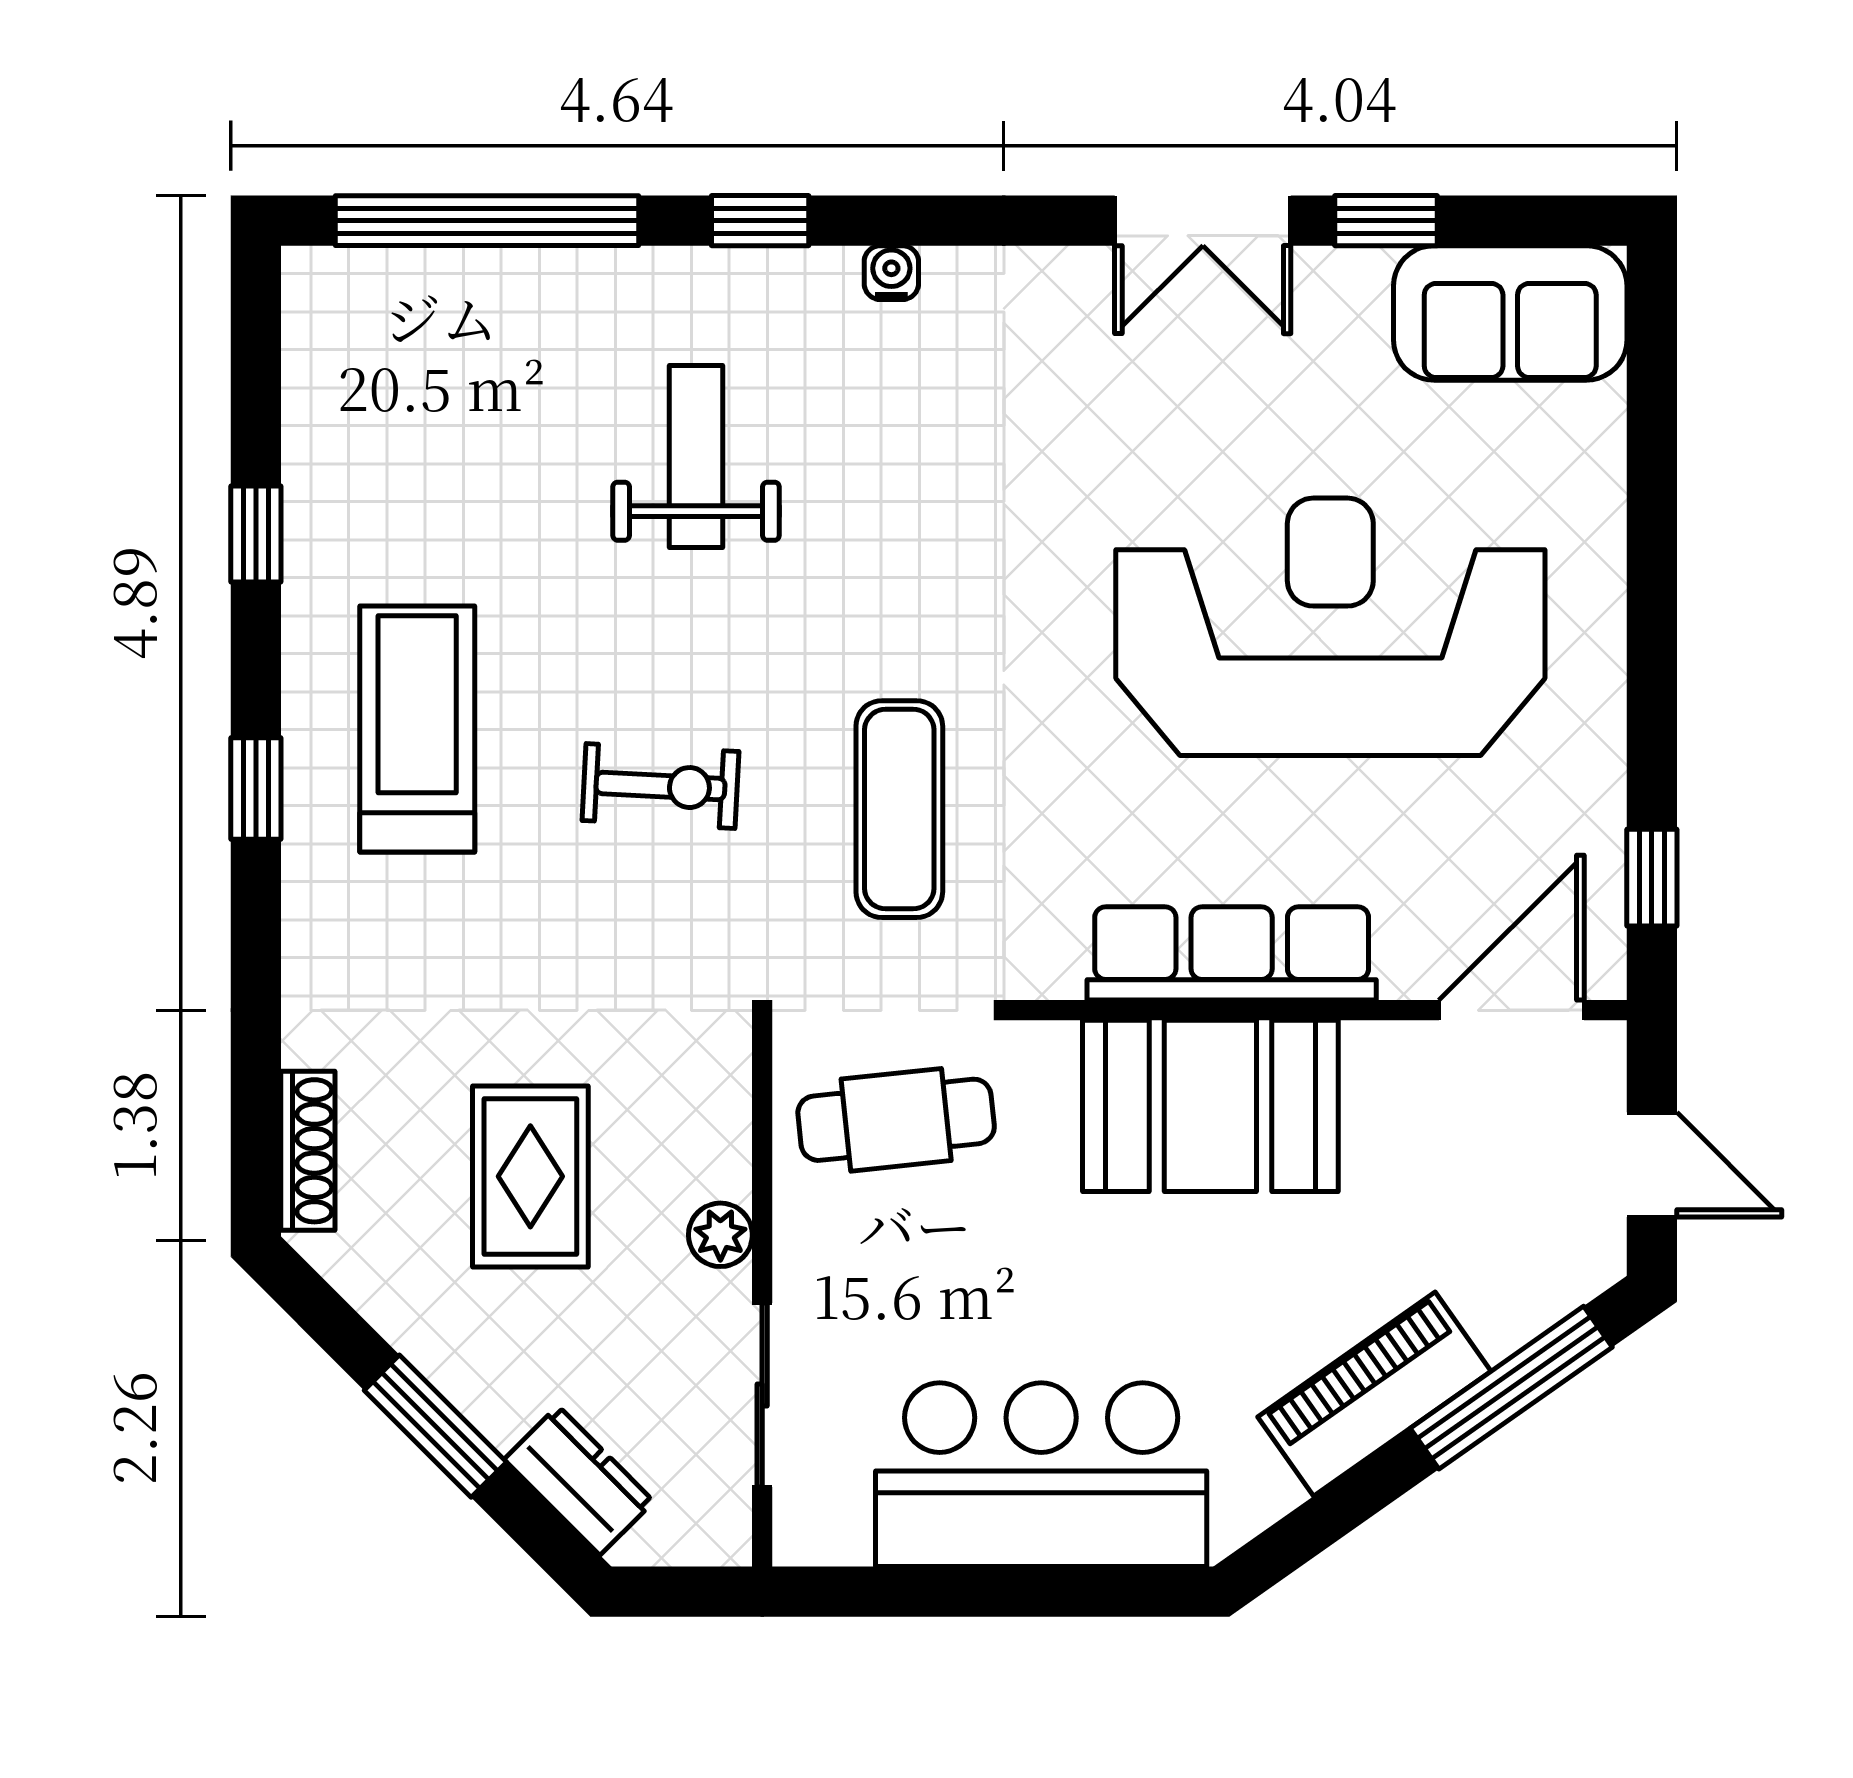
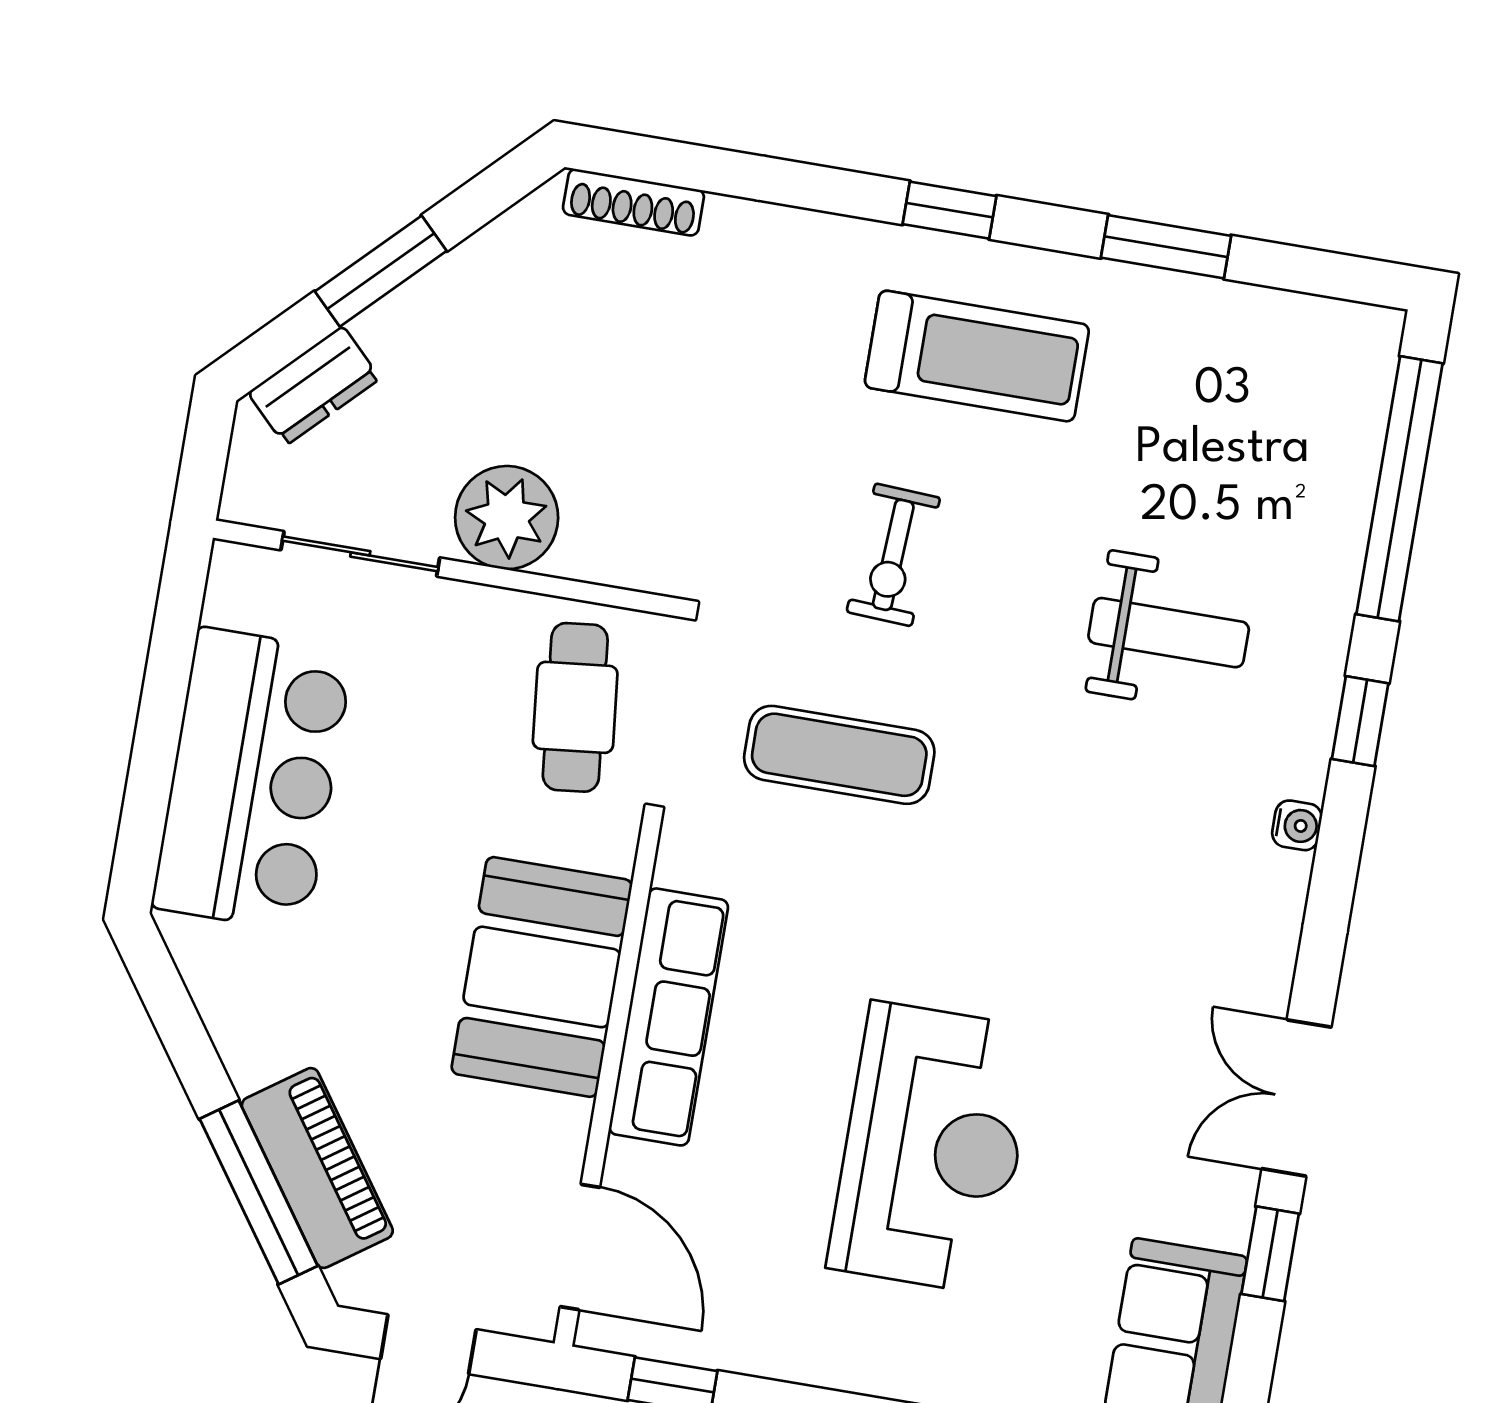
window: (256, 534) -> (1166, 247), width x1.50
reception desk: (1330, 627) -> (932, 1148), width x0.74, depth x0.77
rug: (530, 1176) -> (580, 388), removed
plant: (720, 1235) -> (507, 518), width x1.88, depth x1.88
piano: (1374, 1394) -> (317, 1168), moved

